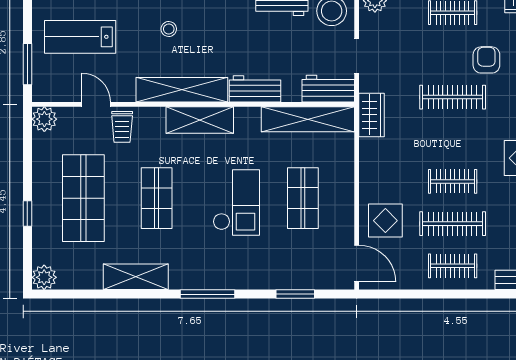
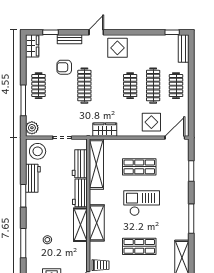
workbench: (328, 89) -> (80, 164), moved
shelving: (182, 90) -> (80, 225), width x0.68
wardrobe: (371, 115) -> (105, 130), moved

